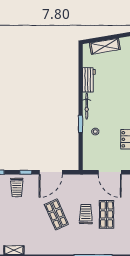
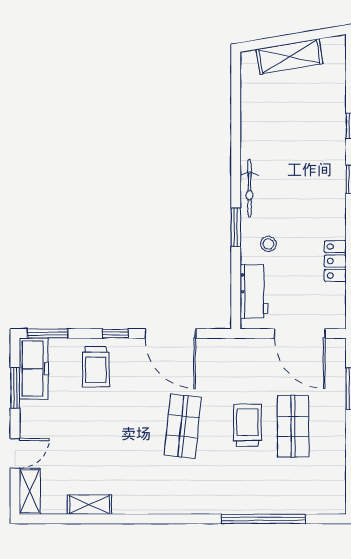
workbench: (89, 80) -> (254, 291), moved
door: (51, 172) -> (170, 333), hinge flipped
shop shelf: (56, 214) -> (183, 426), turned 30

